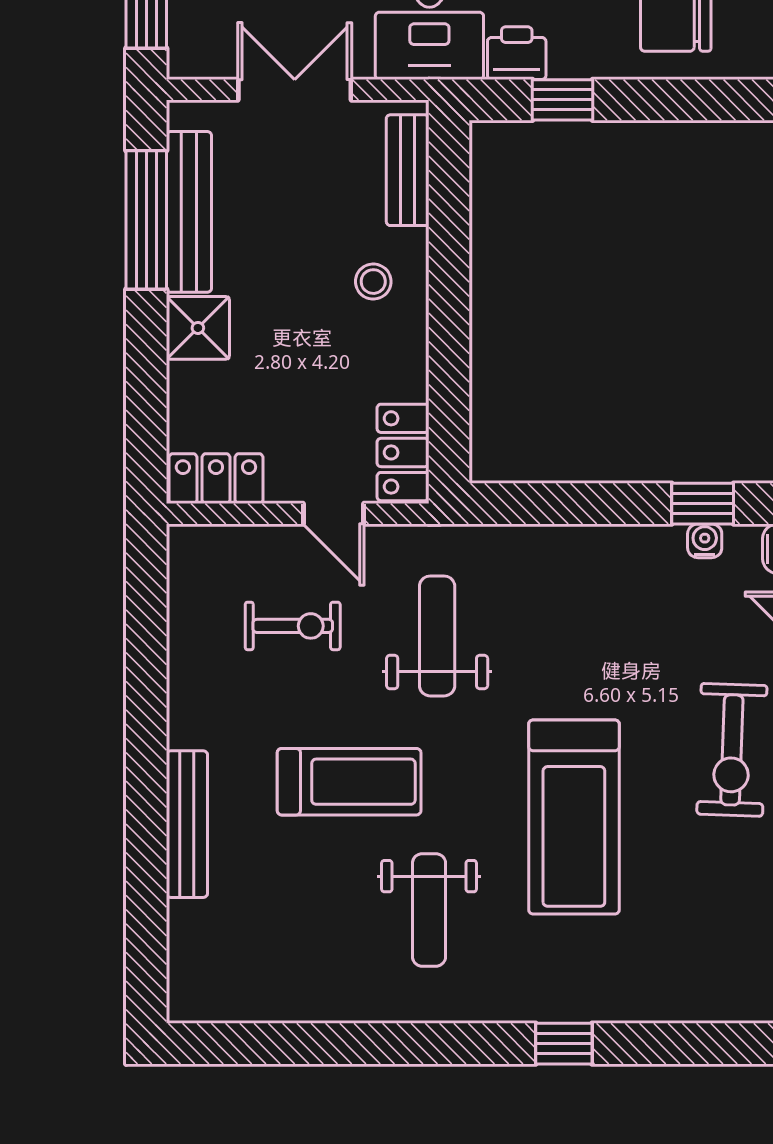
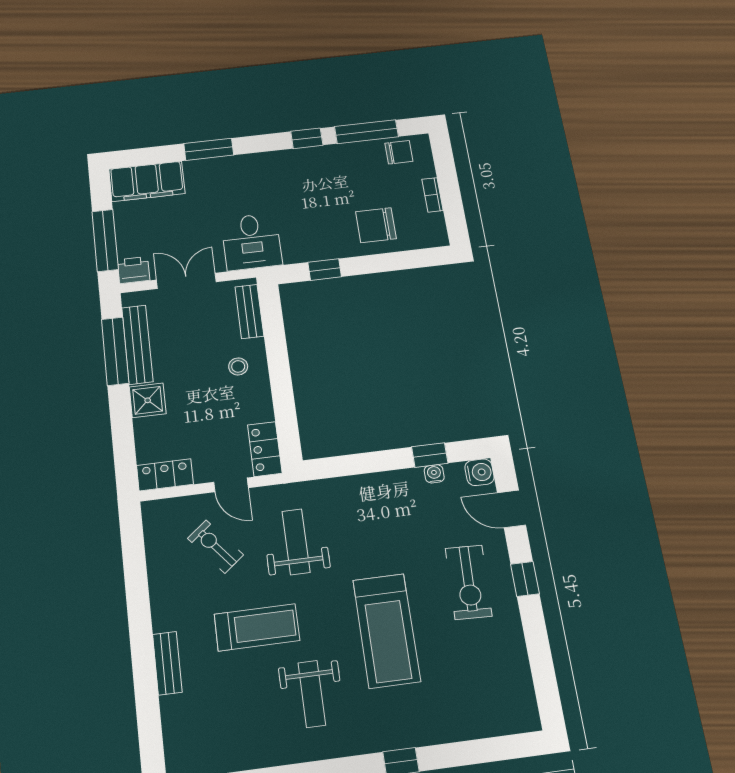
printer: (517, 53) -> (134, 270), moved
exercise bike: (293, 626) -> (215, 547), turned -129
bench: (187, 824) -> (167, 663), width x0.73

